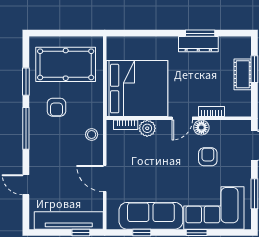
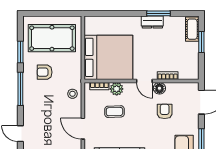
dresser: (198, 44) -> (152, 22), width x0.70
cot: (243, 74) -> (192, 29), moved
armchair: (56, 107) -> (45, 72), turned 90
door: (182, 118) -> (144, 81), hinge flipped
coffee table: (145, 157) -> (114, 112), added

